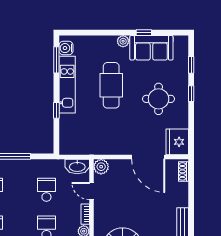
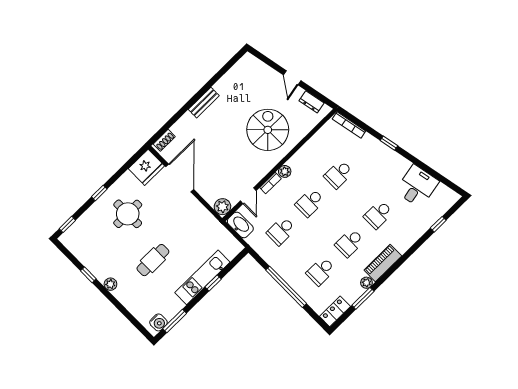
sofa: (151, 48) -> (94, 258), removed
window: (191, 65) -> (67, 224), moved
kitchen unit: (67, 85) -> (202, 277), moved
cafe table: (111, 85) -> (153, 260), width x0.73, depth x0.74

